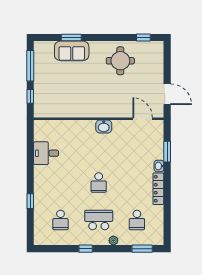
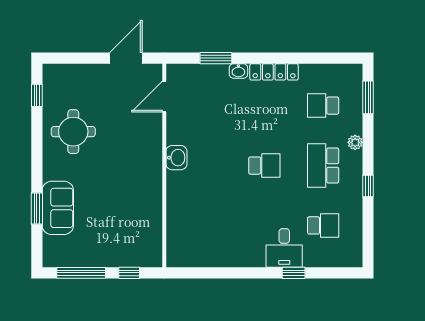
desk: (46, 153) -> (284, 248), moved
school desk: (137, 220) -> (323, 106), turned 180

